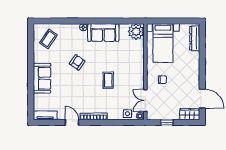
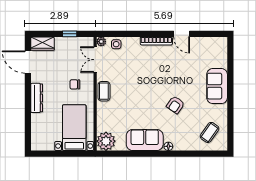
dresser: (195, 38) -> (37, 98), moved
coffee table: (108, 80) -> (104, 91), moved
double door: (145, 101) -> (95, 60), swing flipped
tv unit: (45, 115) -> (213, 42), removed

